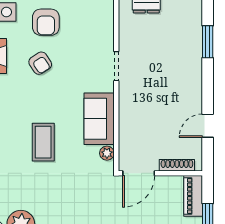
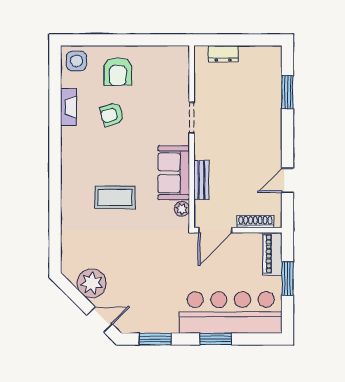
armchair: (40, 63) -> (112, 115), turned 106
bench: (125, 125) -> (201, 180), added
coffee table: (43, 142) -> (115, 197), turned 90

